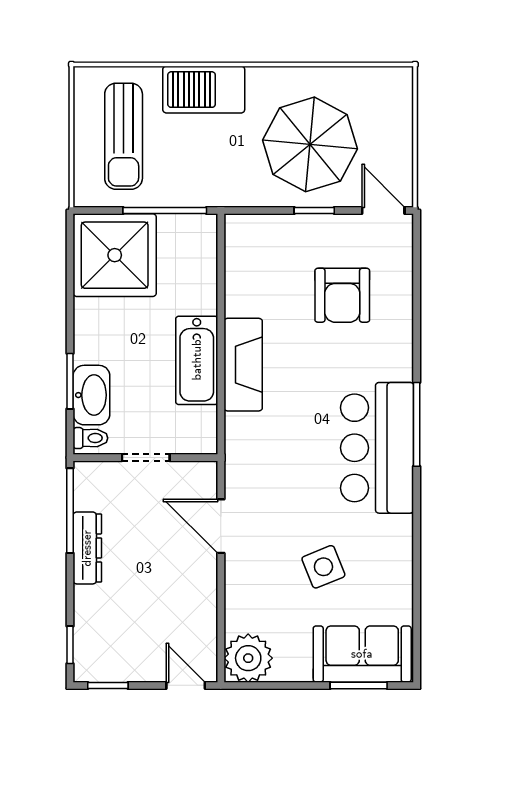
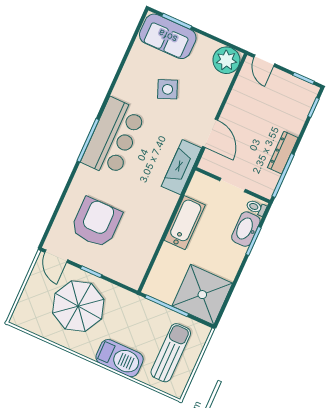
armchair: (342, 295) -> (96, 223), width x1.36, depth x1.36
fireplace: (243, 365) -> (181, 167), moved

